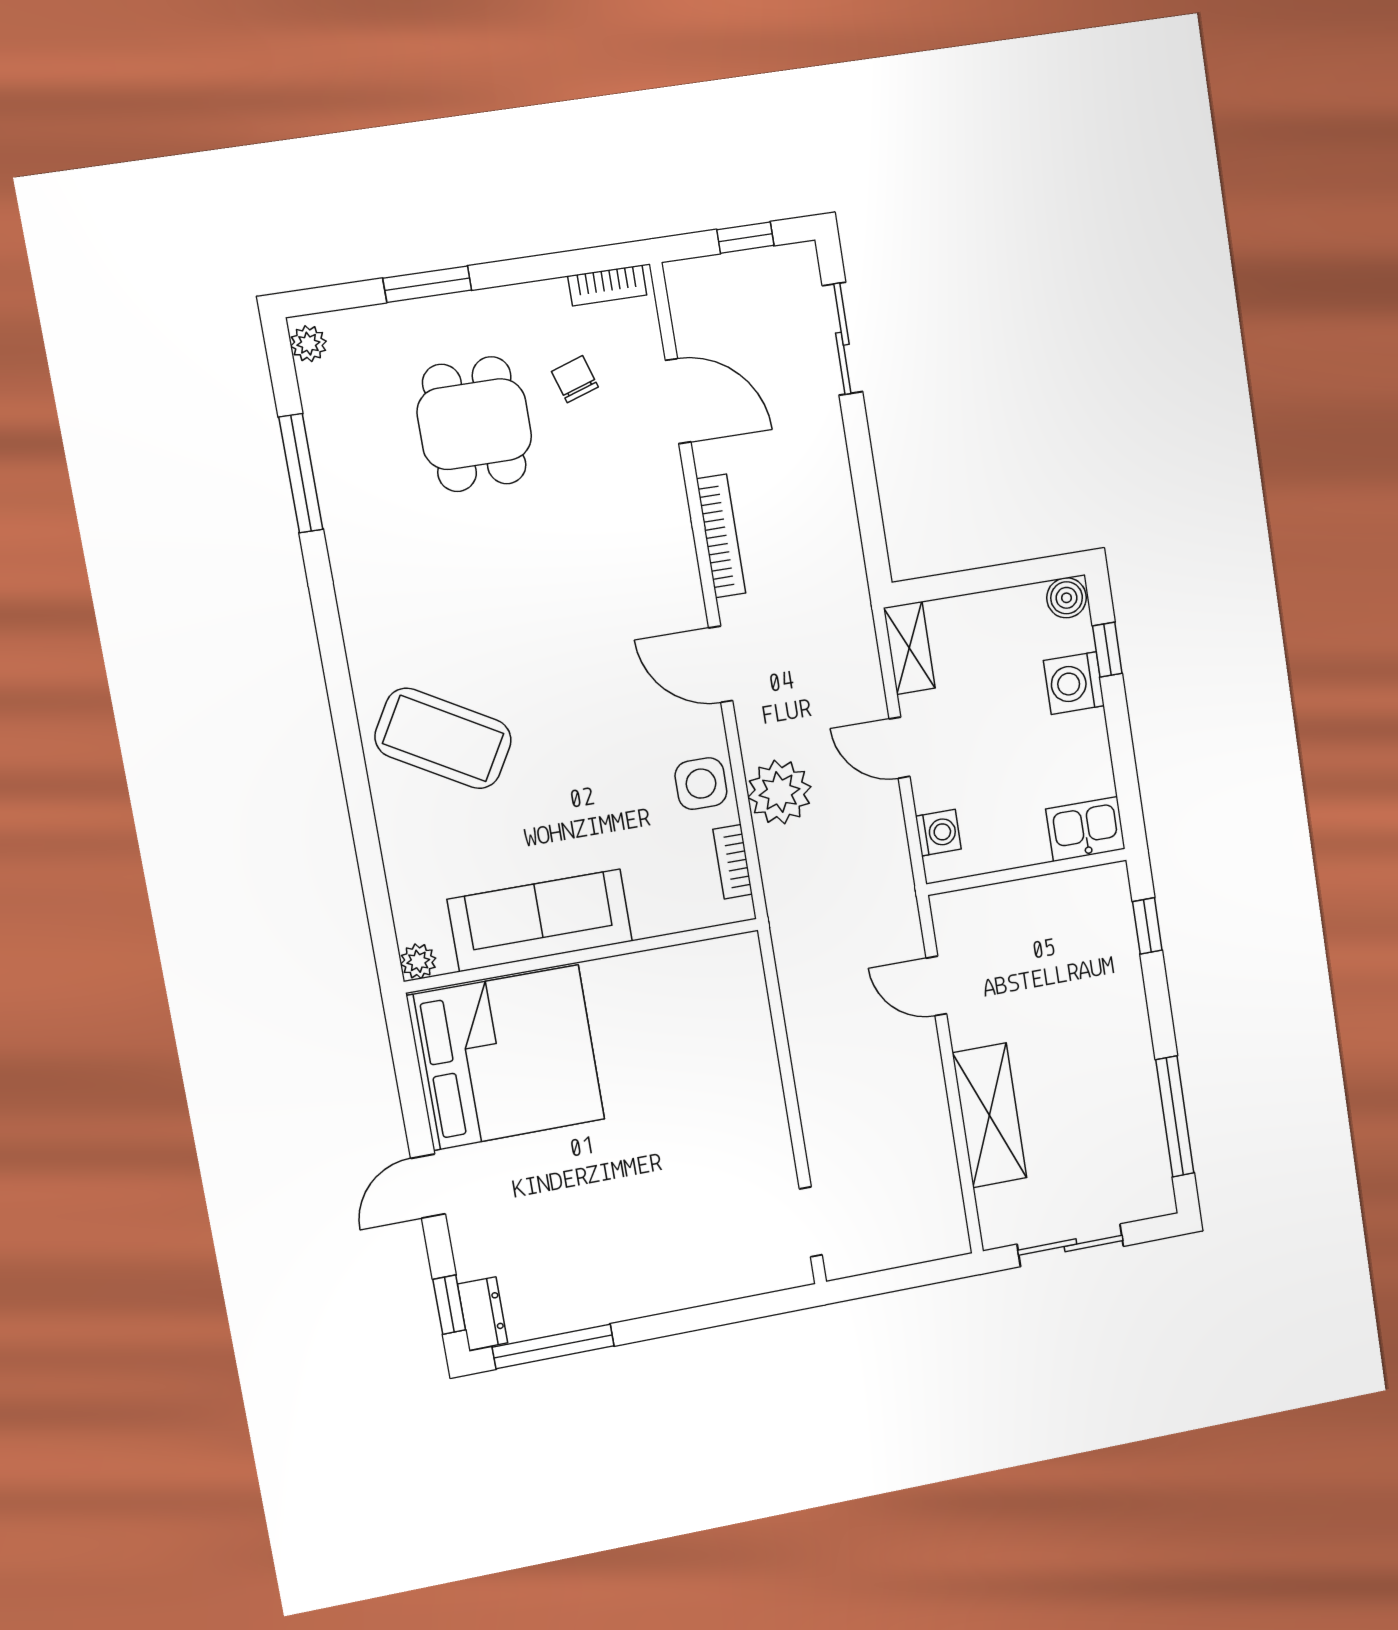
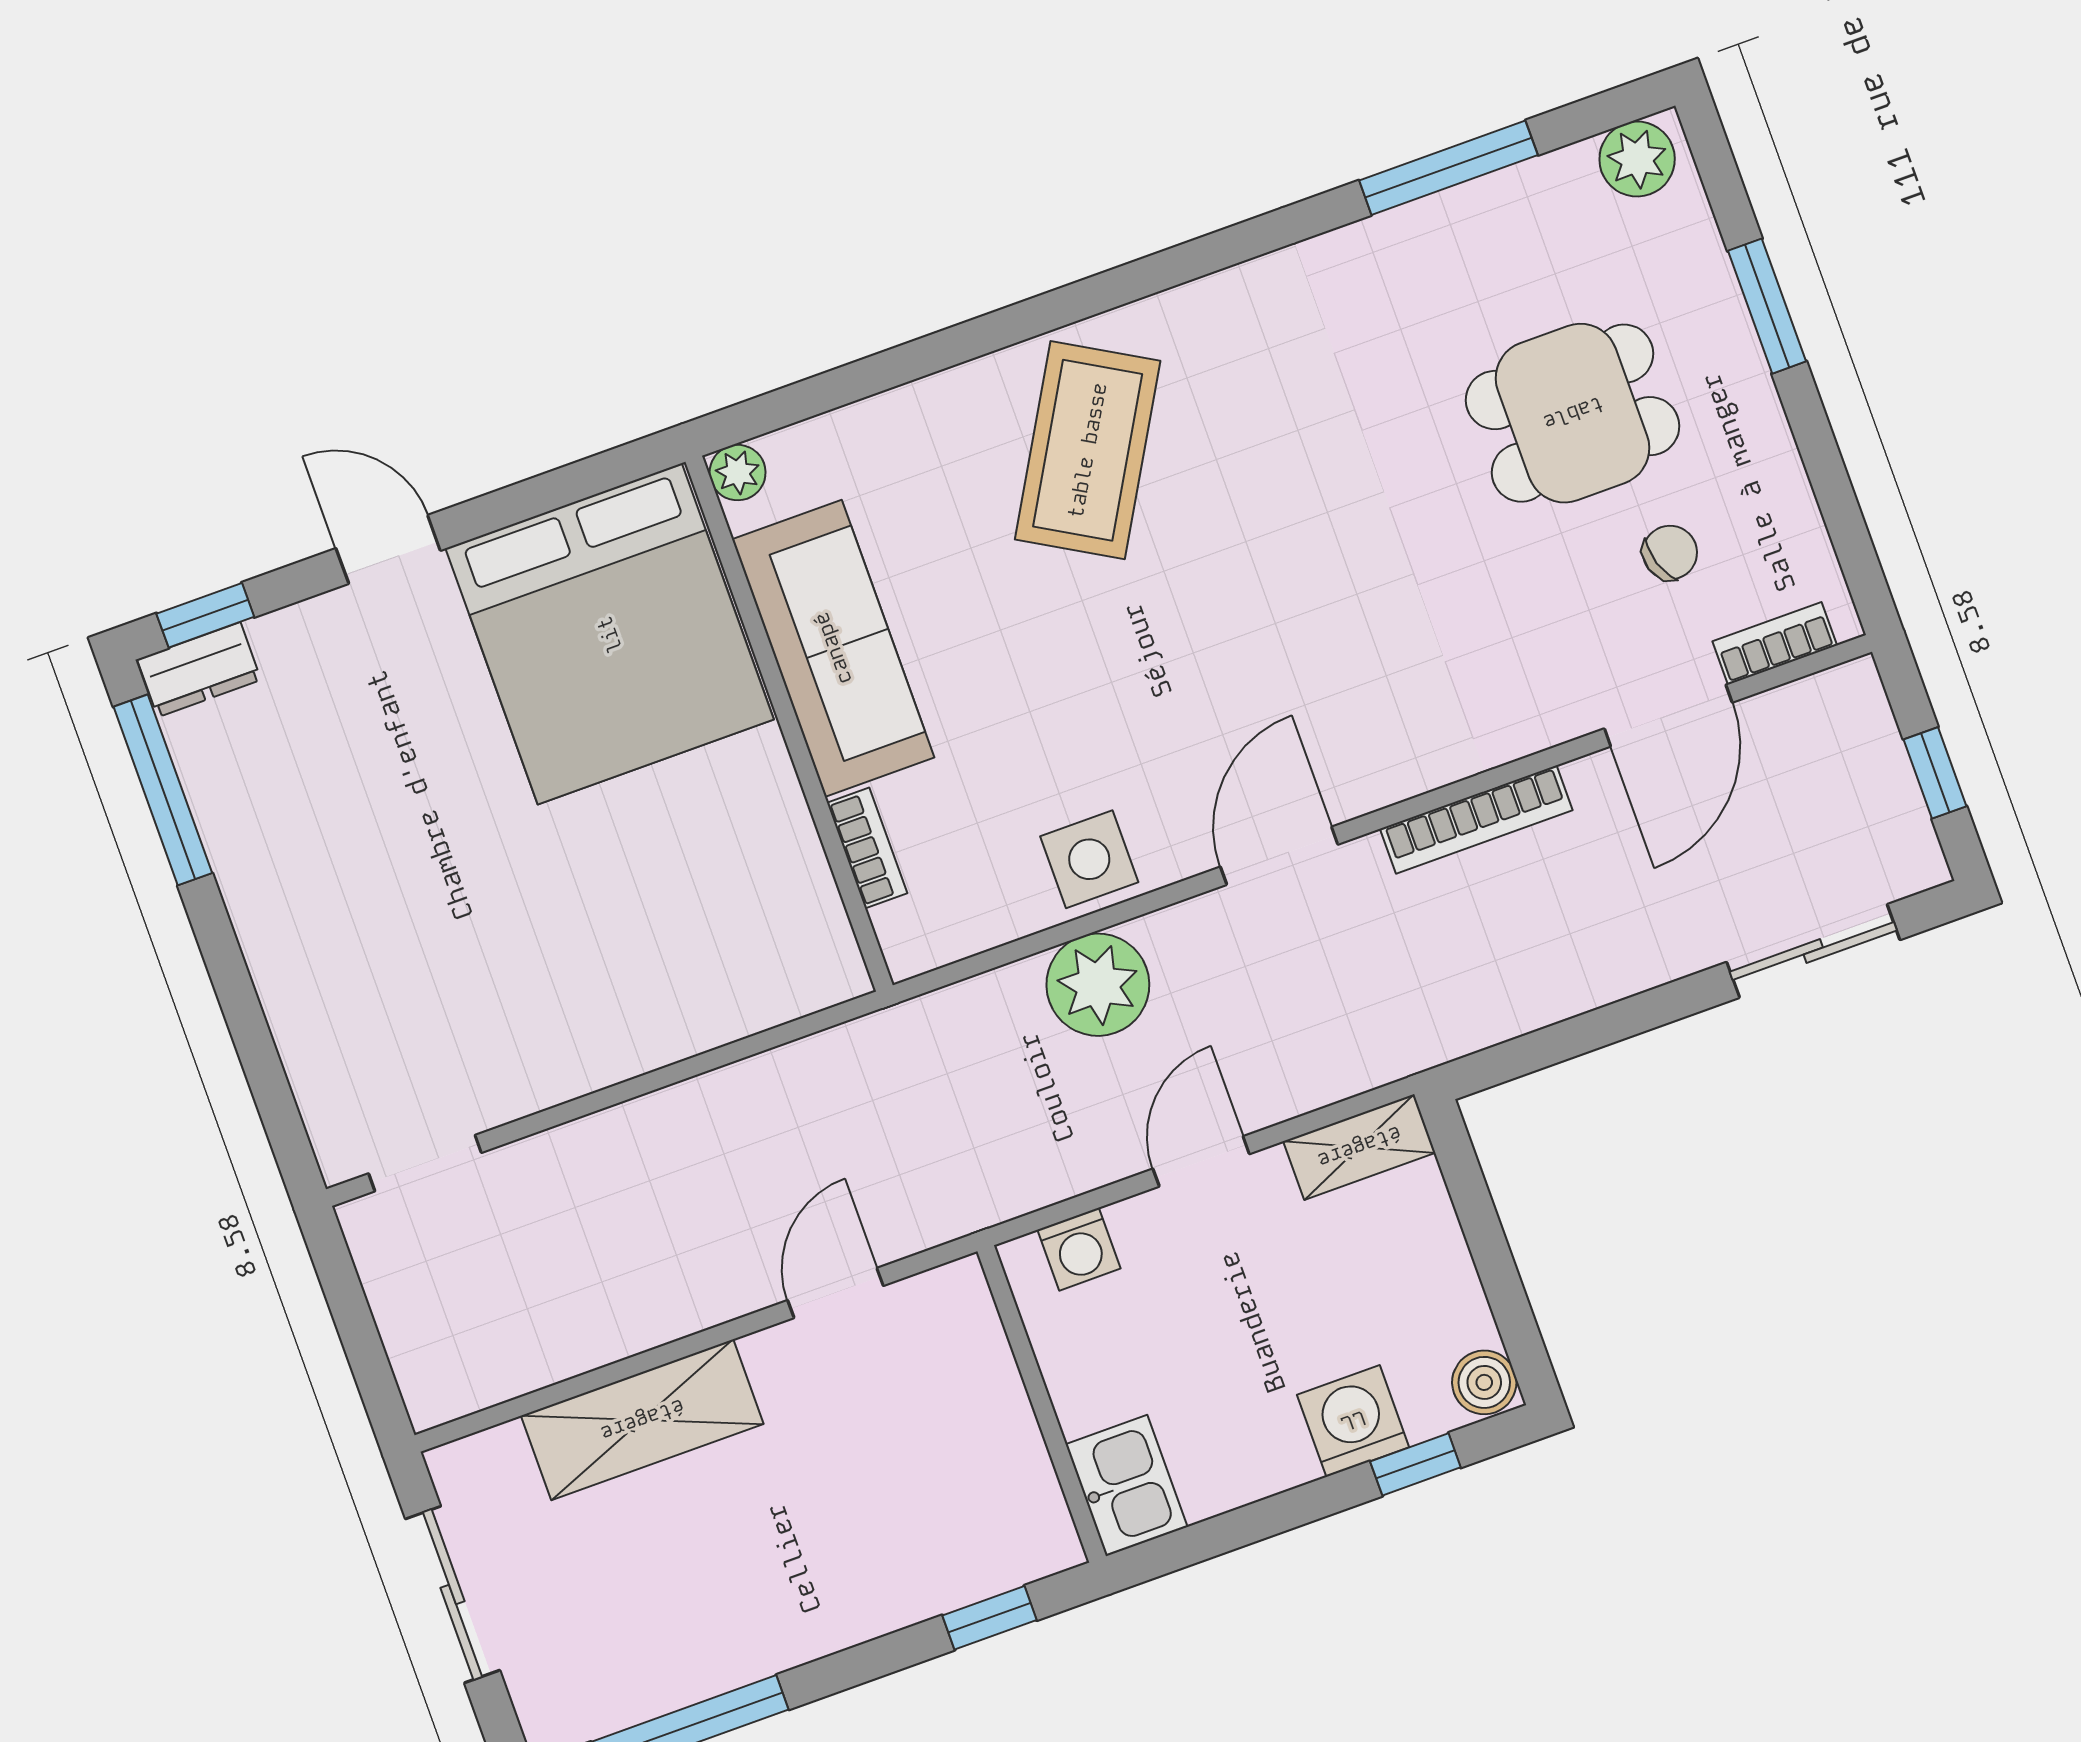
bookcase: (607, 285) -> (1775, 643), moved, turned 90
plant: (308, 344) -> (1637, 159), width x1.38, depth x1.38
bookcase: (733, 862) -> (867, 848), moved, turned 90

